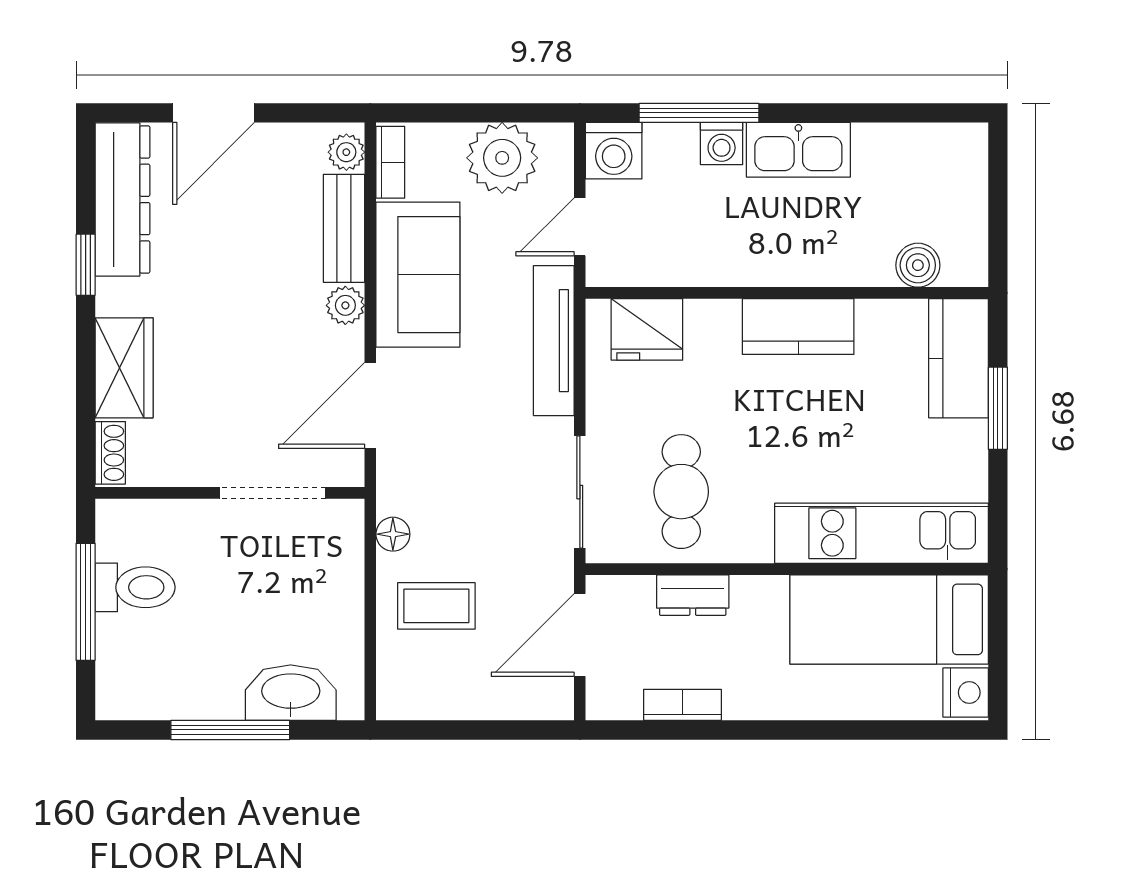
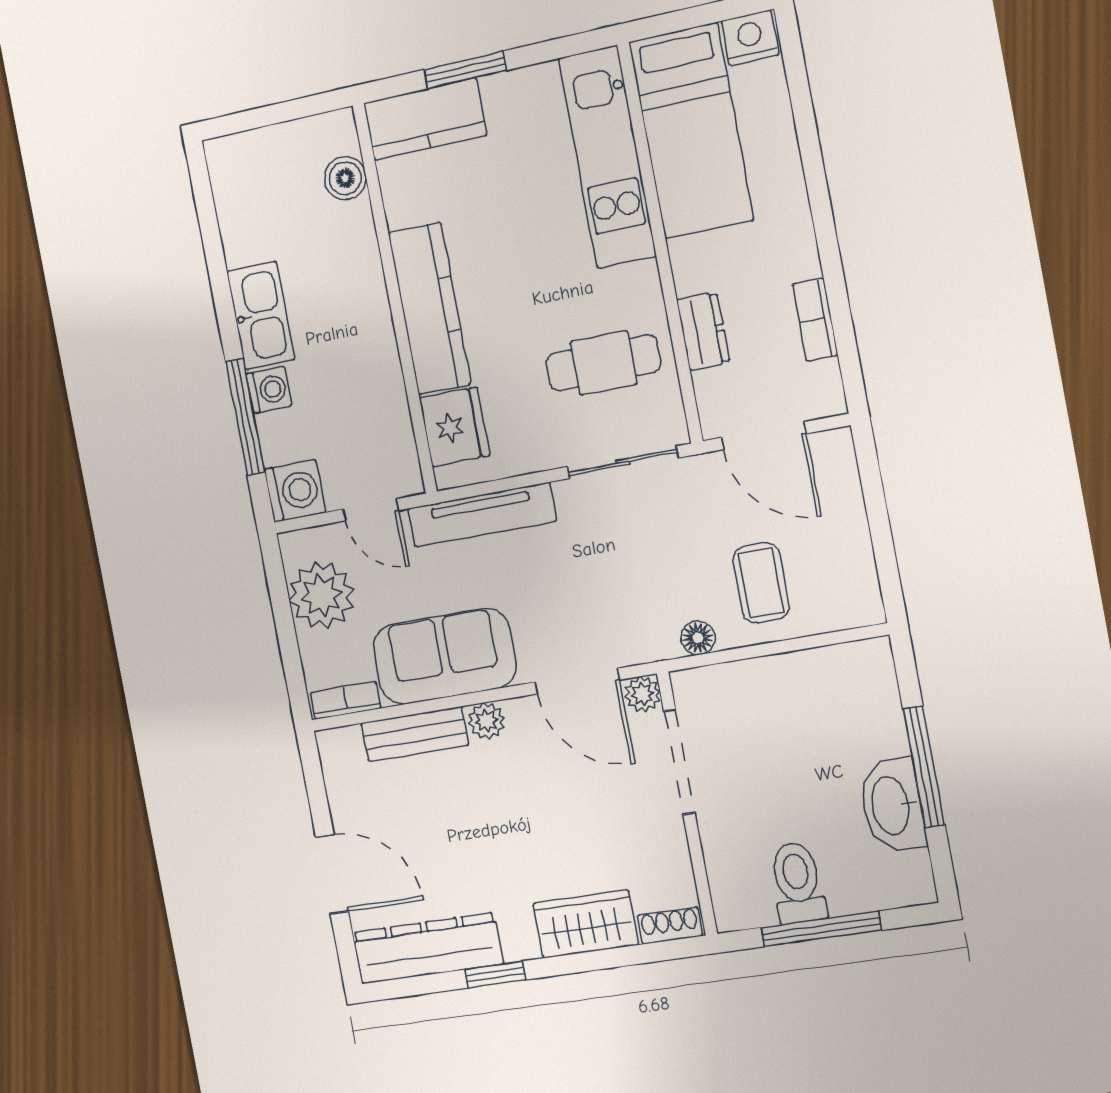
plant: (346, 152) -> (643, 694), moved
kitchen counter: (798, 327) -> (429, 308), width x1.50
washbasin: (291, 693) -> (892, 805), moved

